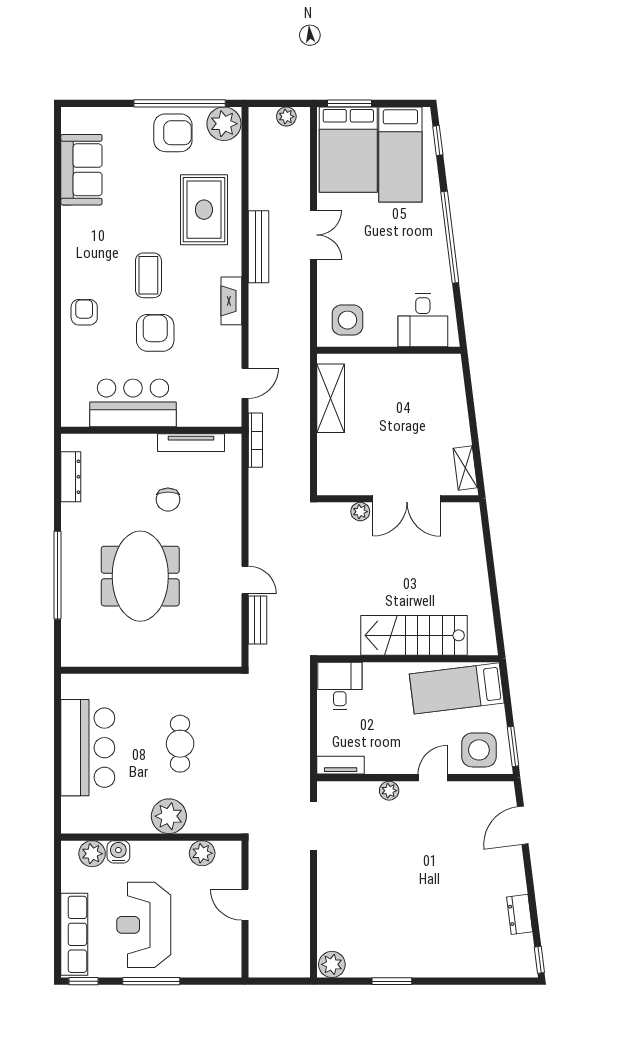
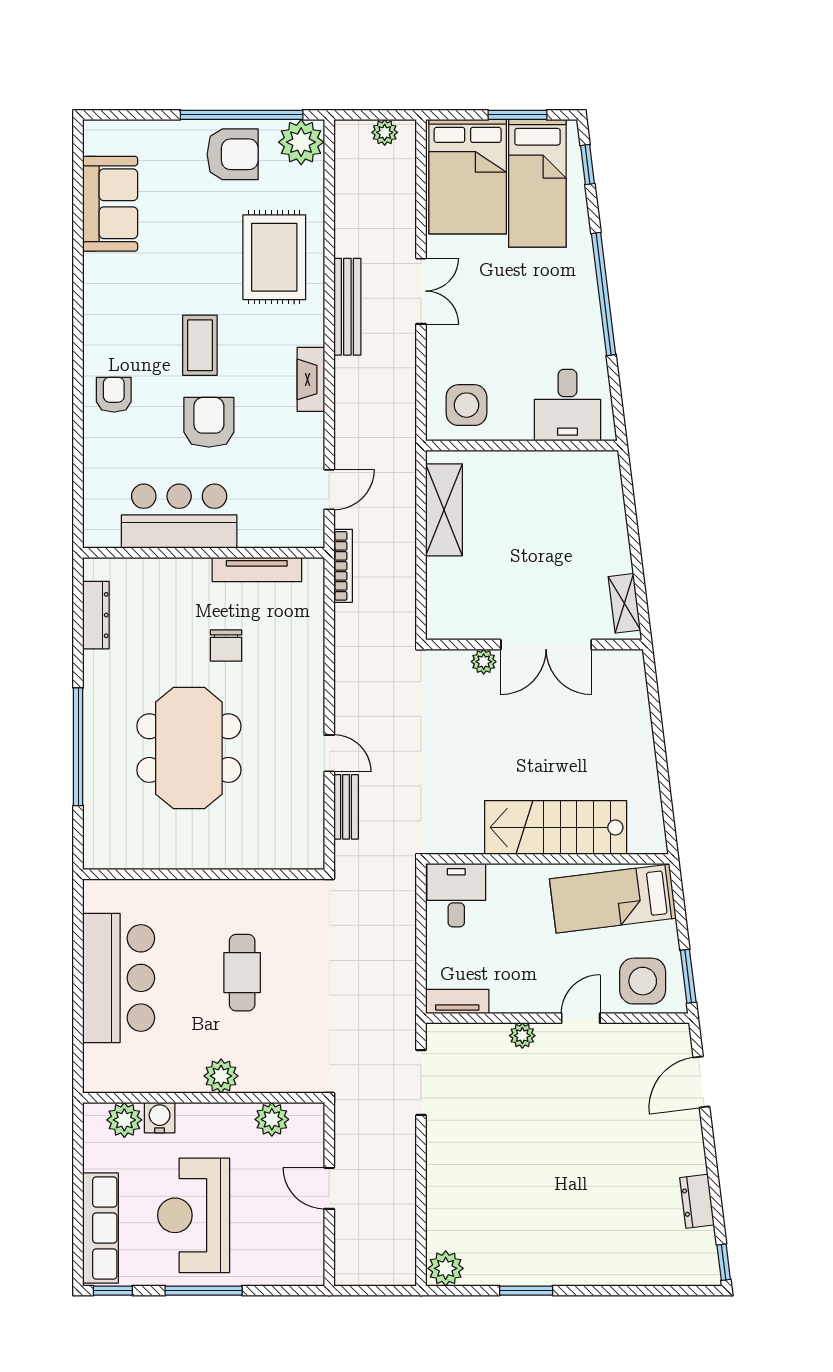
window: (350, 103) -> (517, 115), moved
plant: (169, 816) -> (221, 1076), width x0.73, depth x0.73

